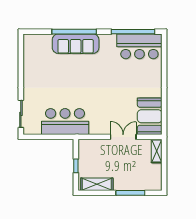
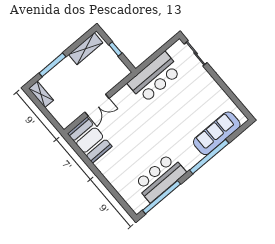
sofa: (76, 44) -> (217, 133), moved
bar counter: (139, 46) -> (160, 178), moved
shelving: (157, 151) -> (41, 94), moved

